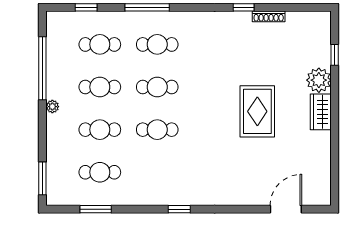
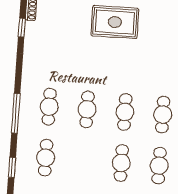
cafe table: (100, 87) -> (163, 115), moved

